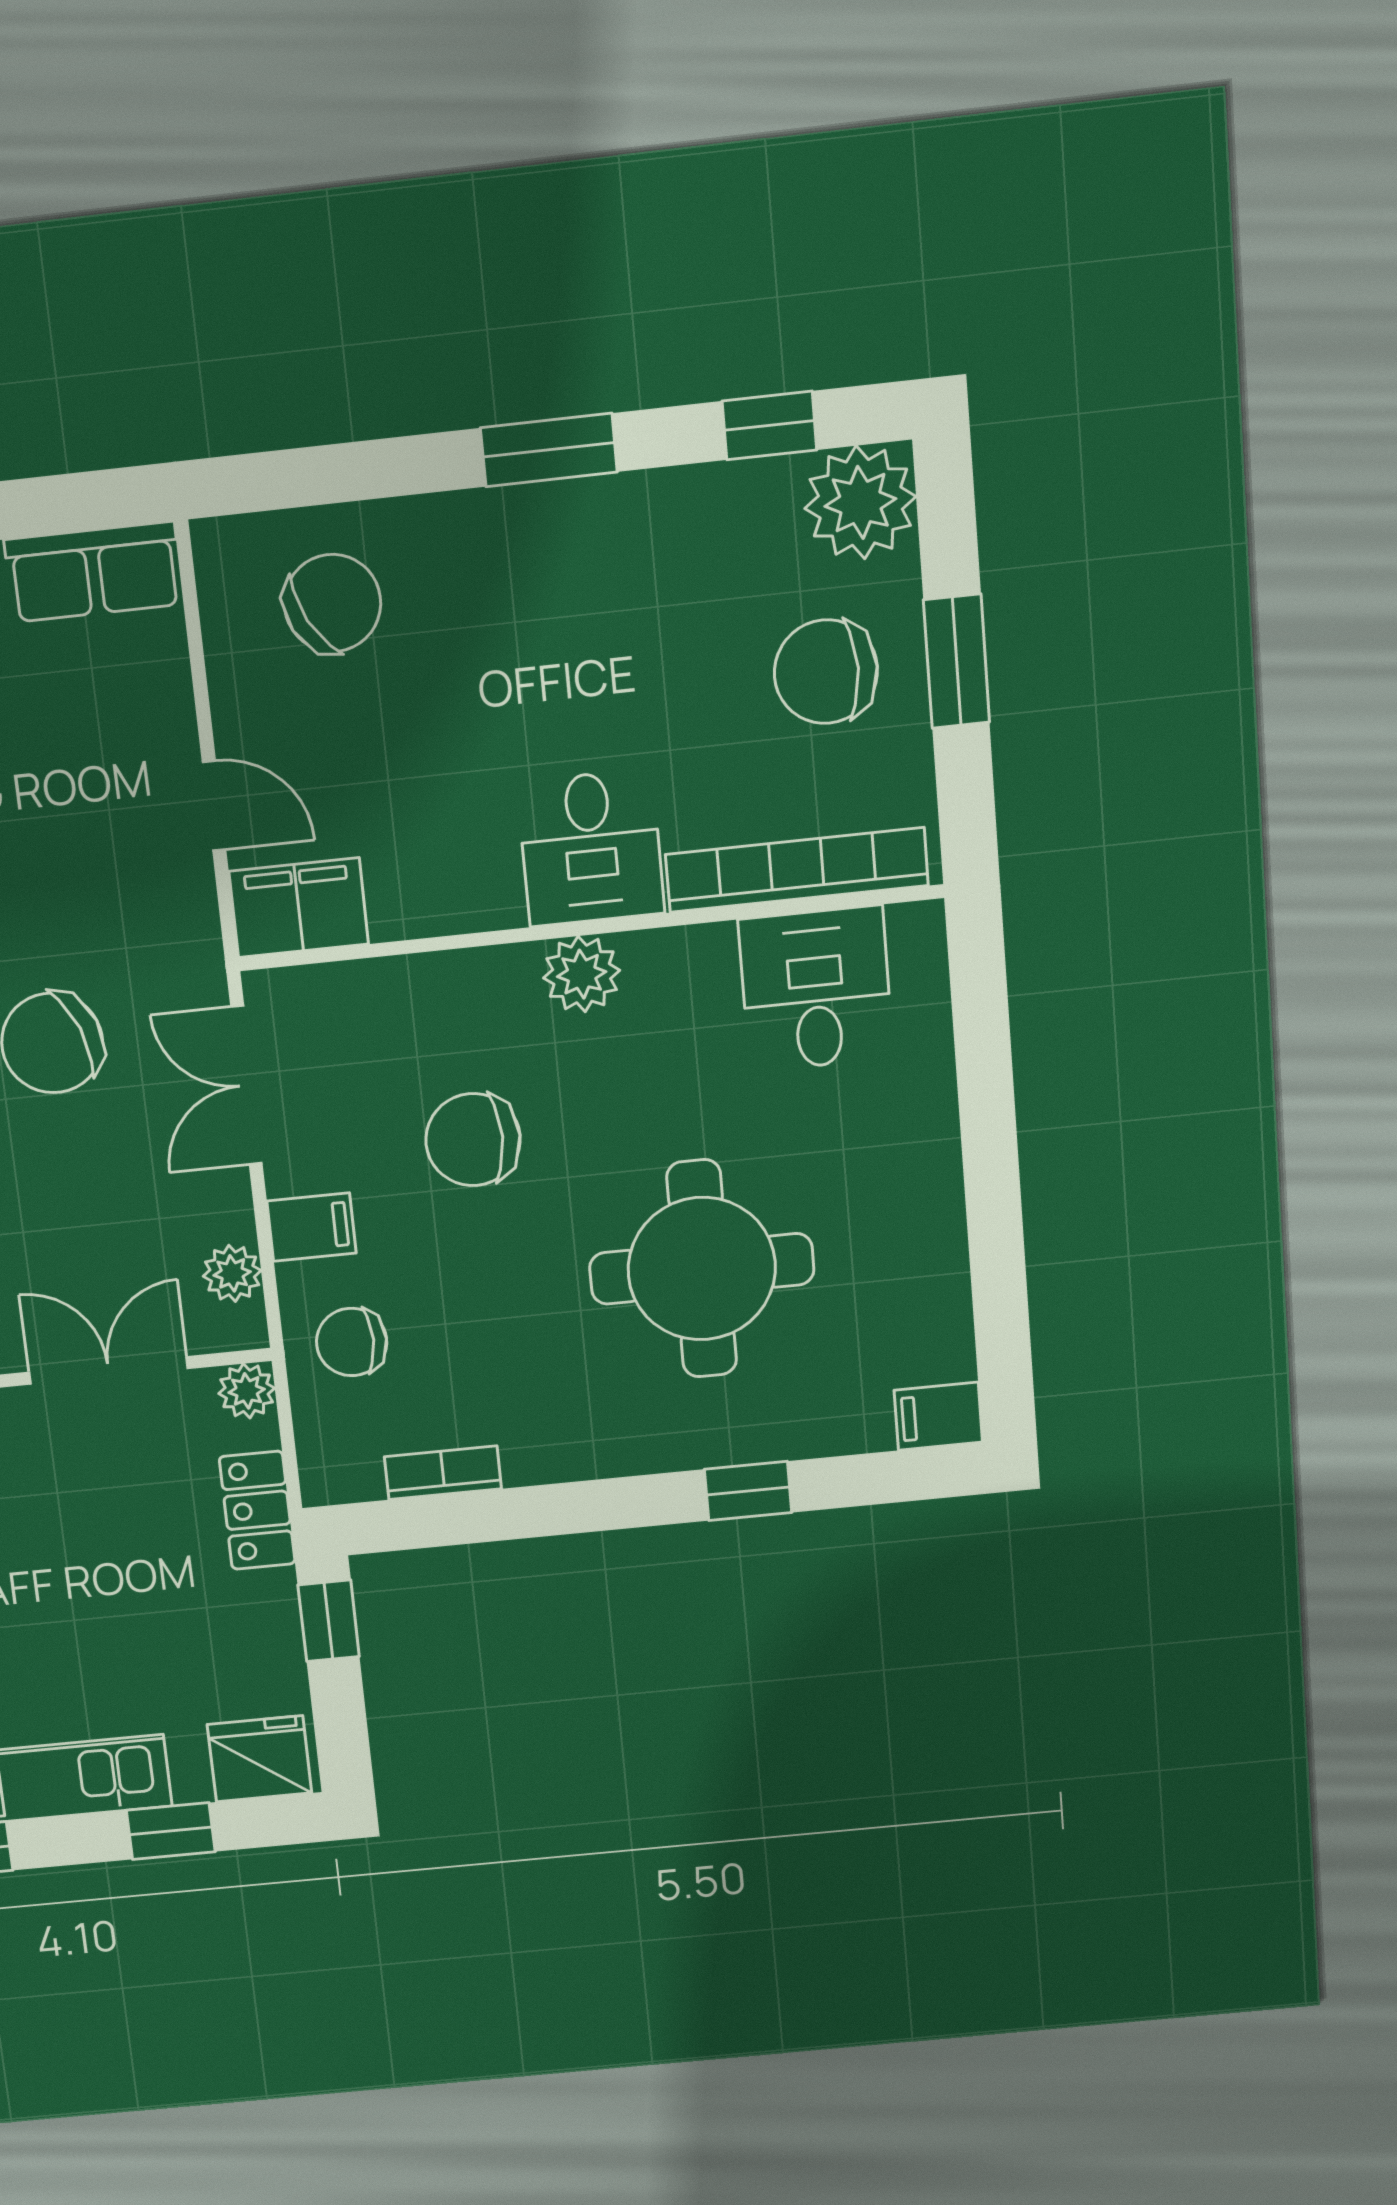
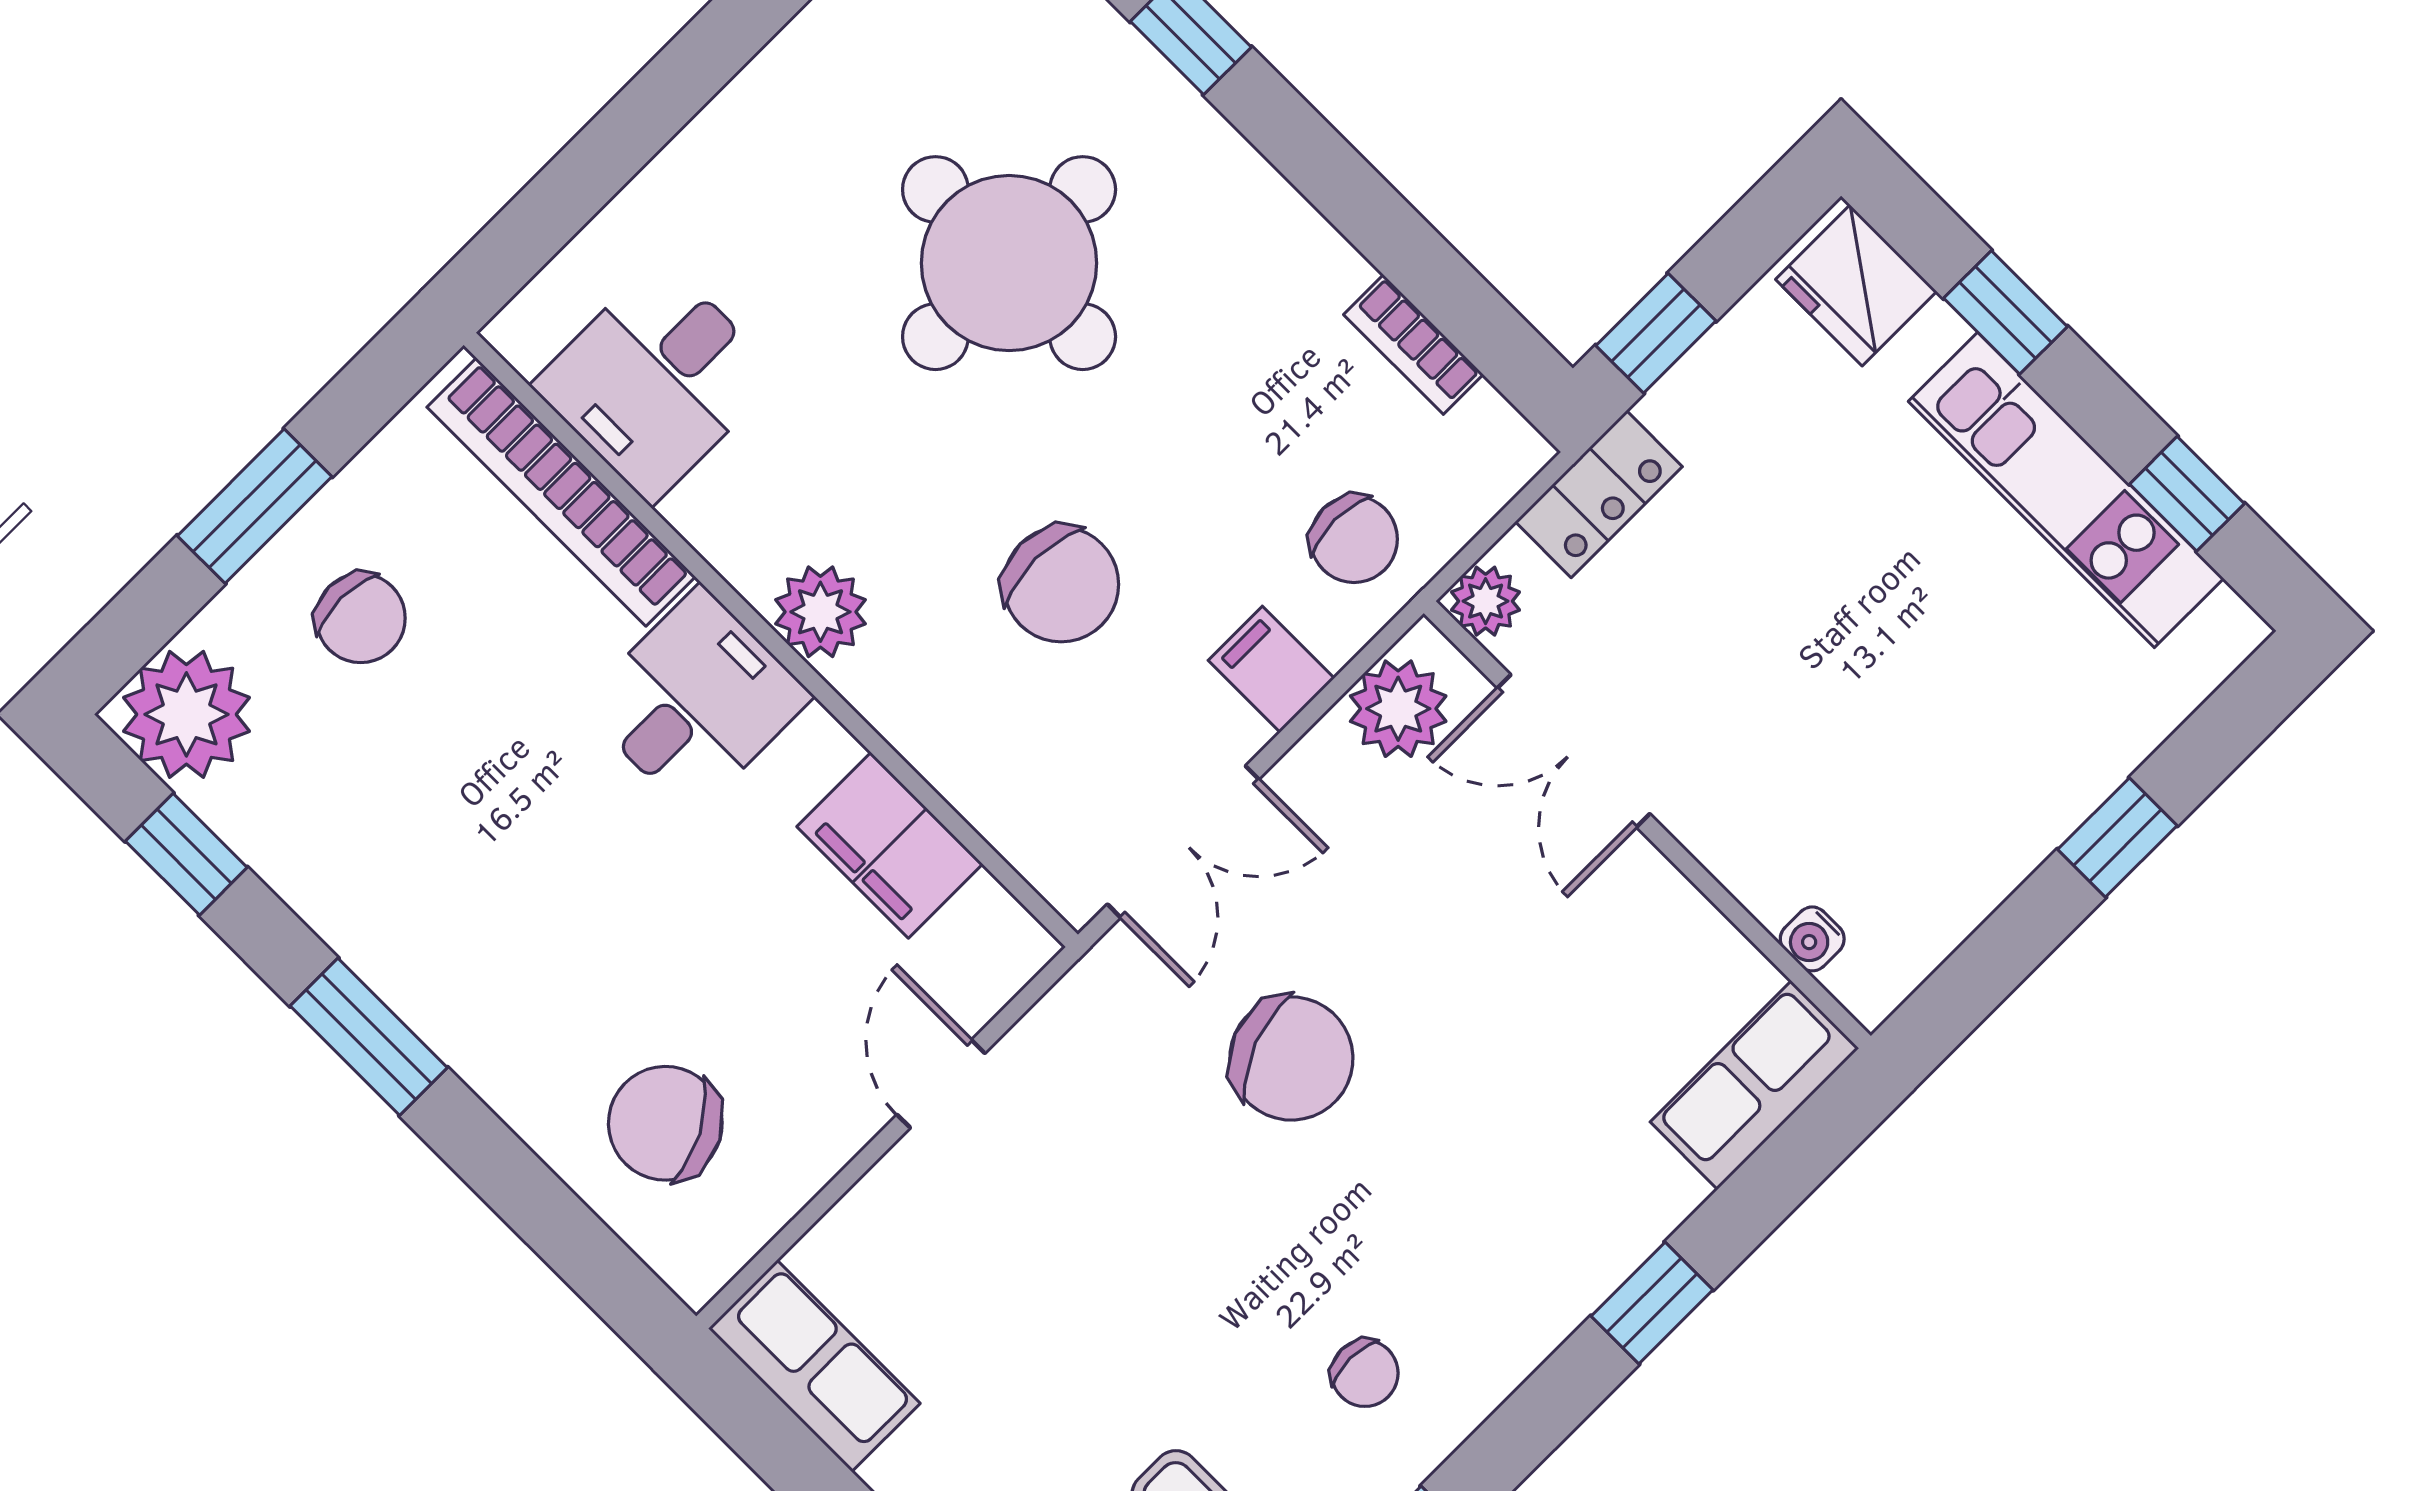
chair: (826, 672) -> (361, 618), width x0.73, depth x0.73
filing cabinet: (299, 908) -> (890, 845), moved
plant: (232, 1273) -> (1398, 709), width x1.38, depth x1.38

